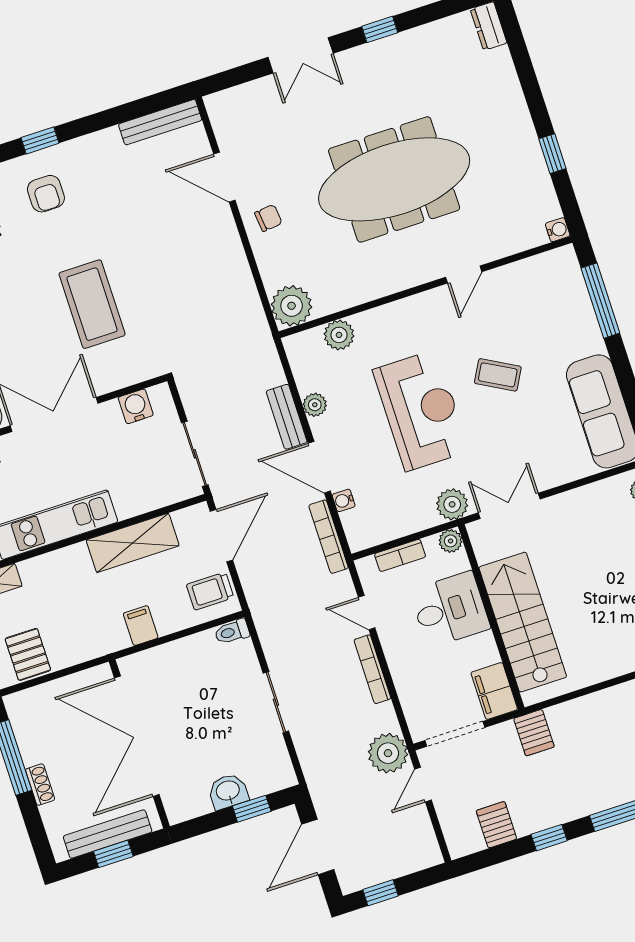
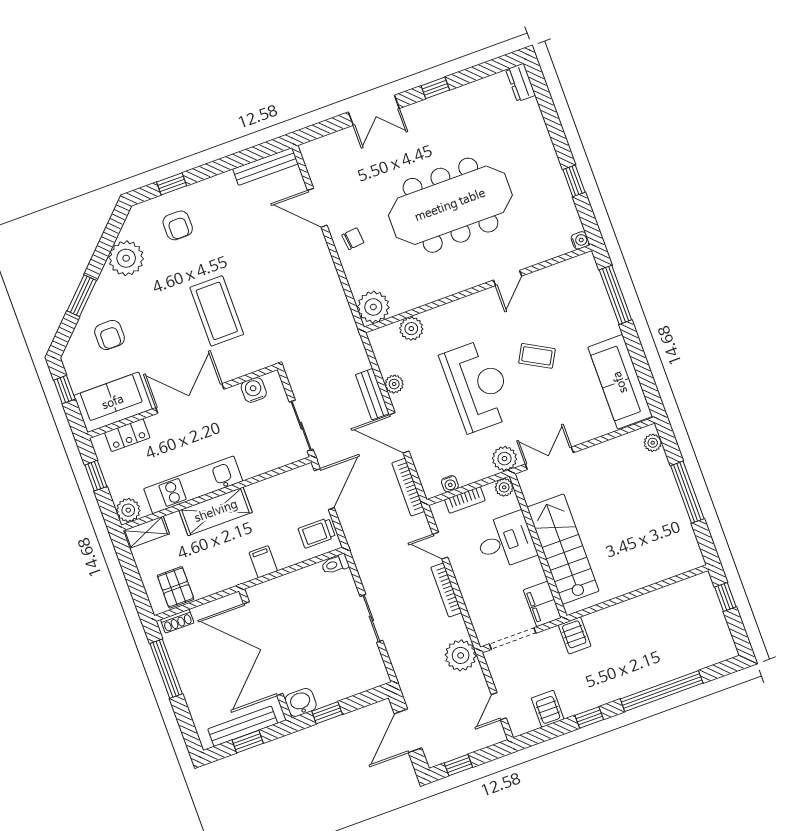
water cooler: (344, 500) -> (450, 484), moved, turned -90
shelving: (133, 543) -> (216, 511), moved
shoe rack: (40, 785) -> (177, 621), moved, turned 90
door: (423, 785) -> (499, 706), moved
washbasin: (228, 791) -> (301, 702), moved
window: (252, 809) -> (327, 713), moved

